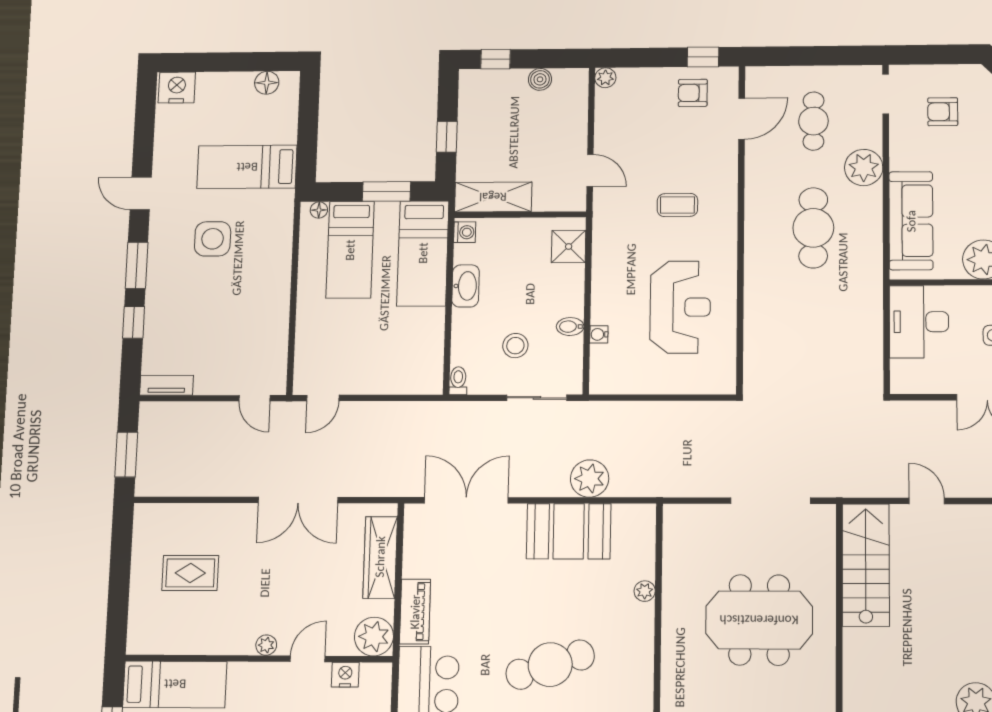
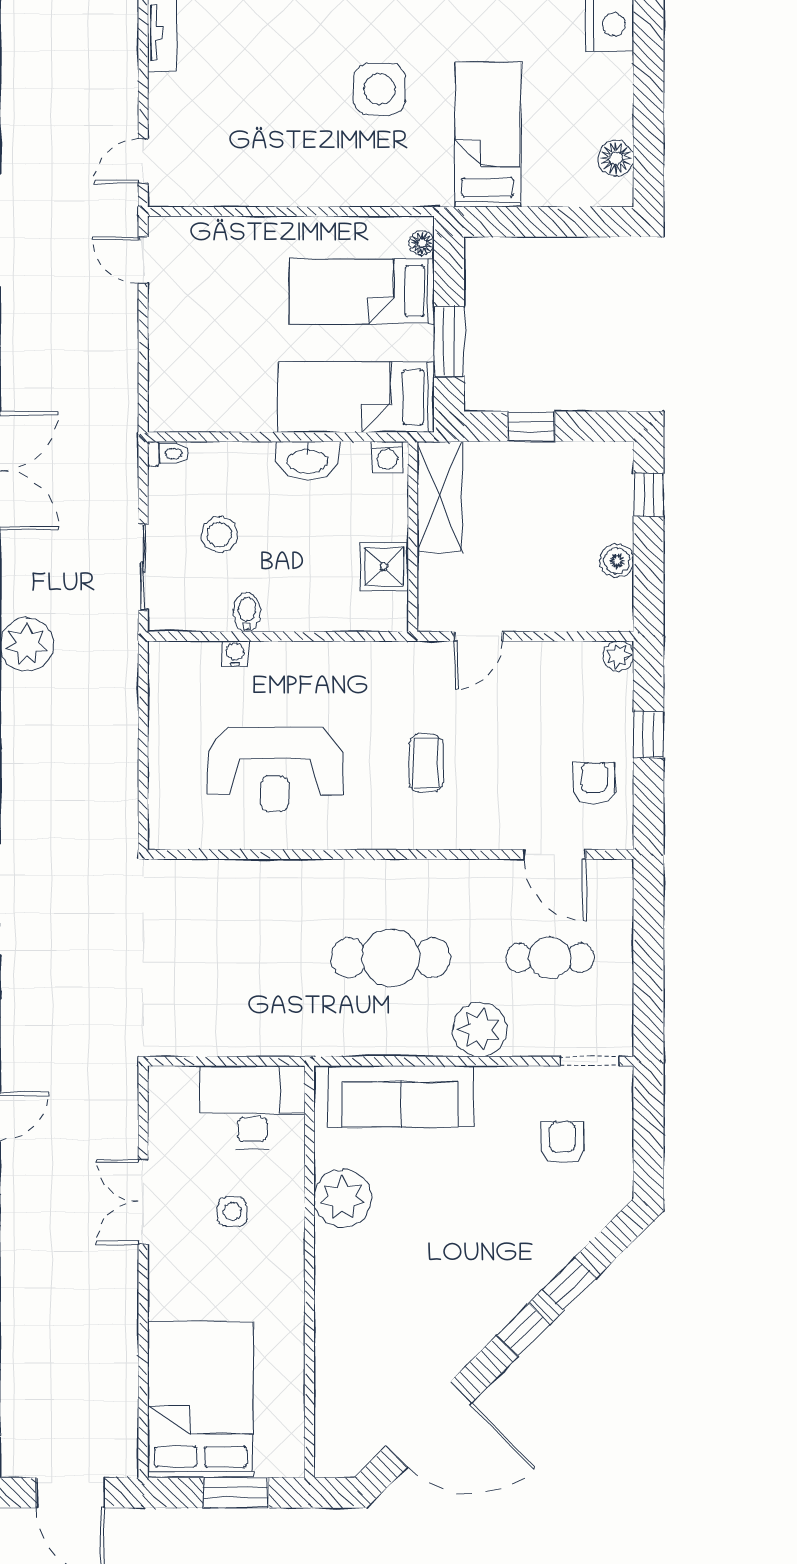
window: (703, 57) -> (649, 735), moved
shower: (569, 246) -> (384, 566), moved

